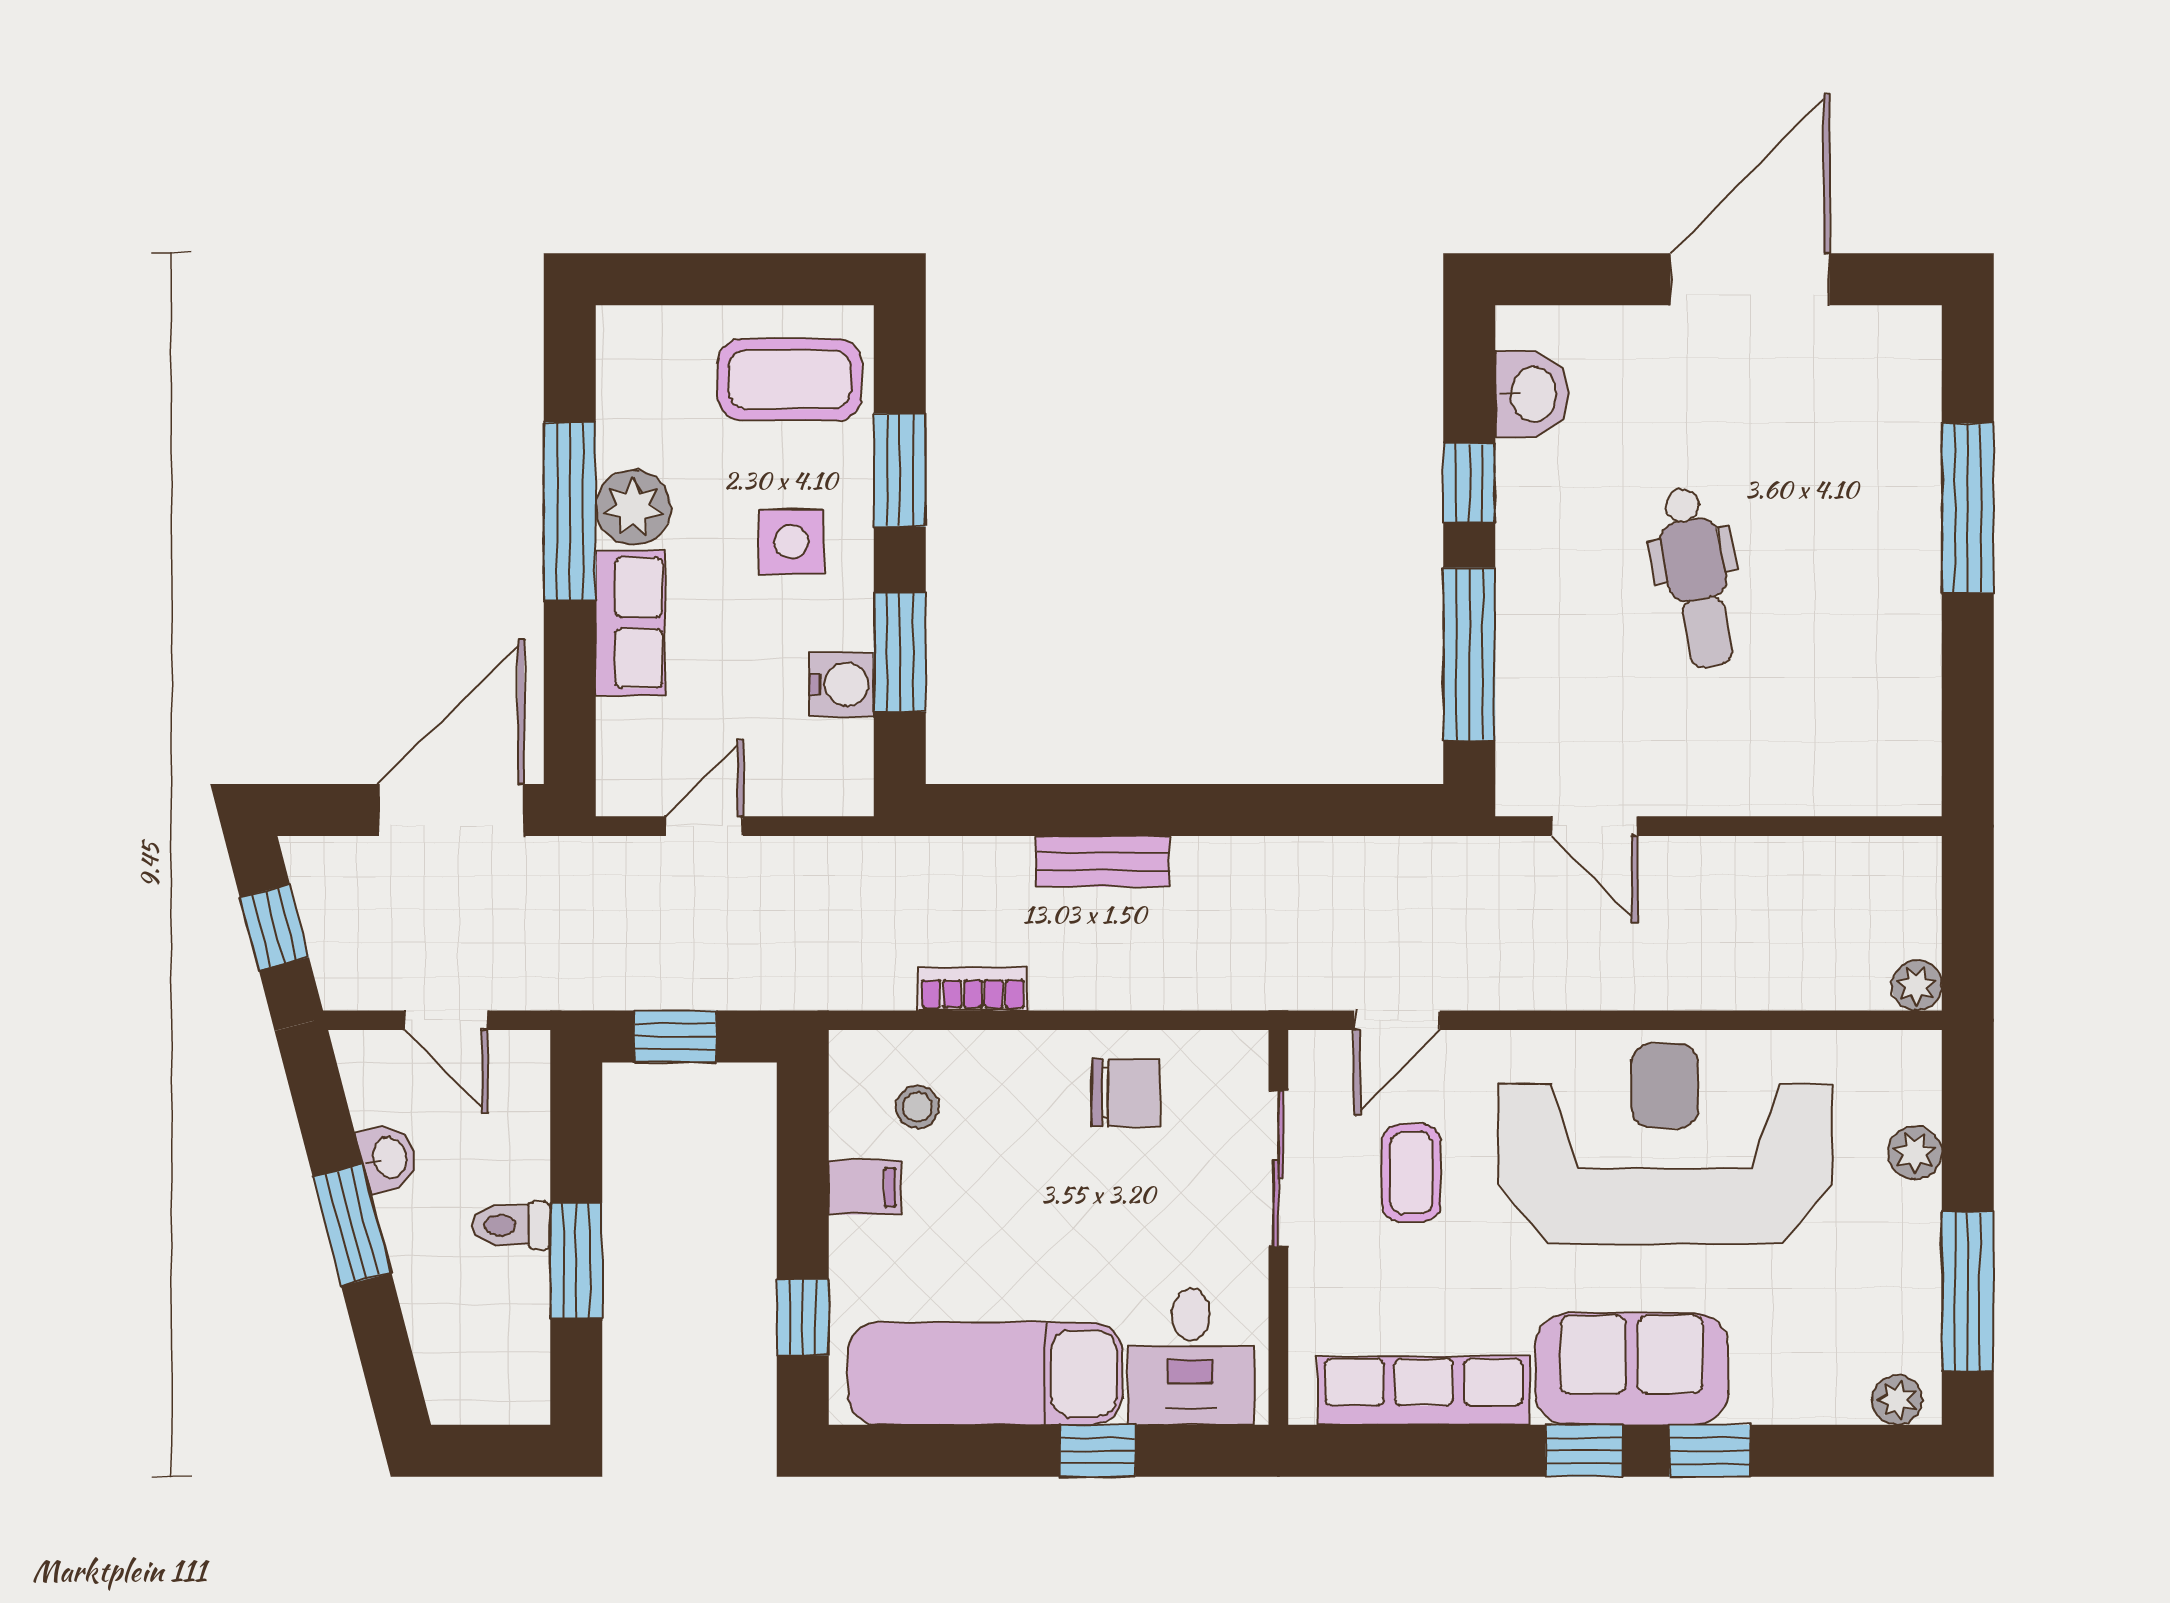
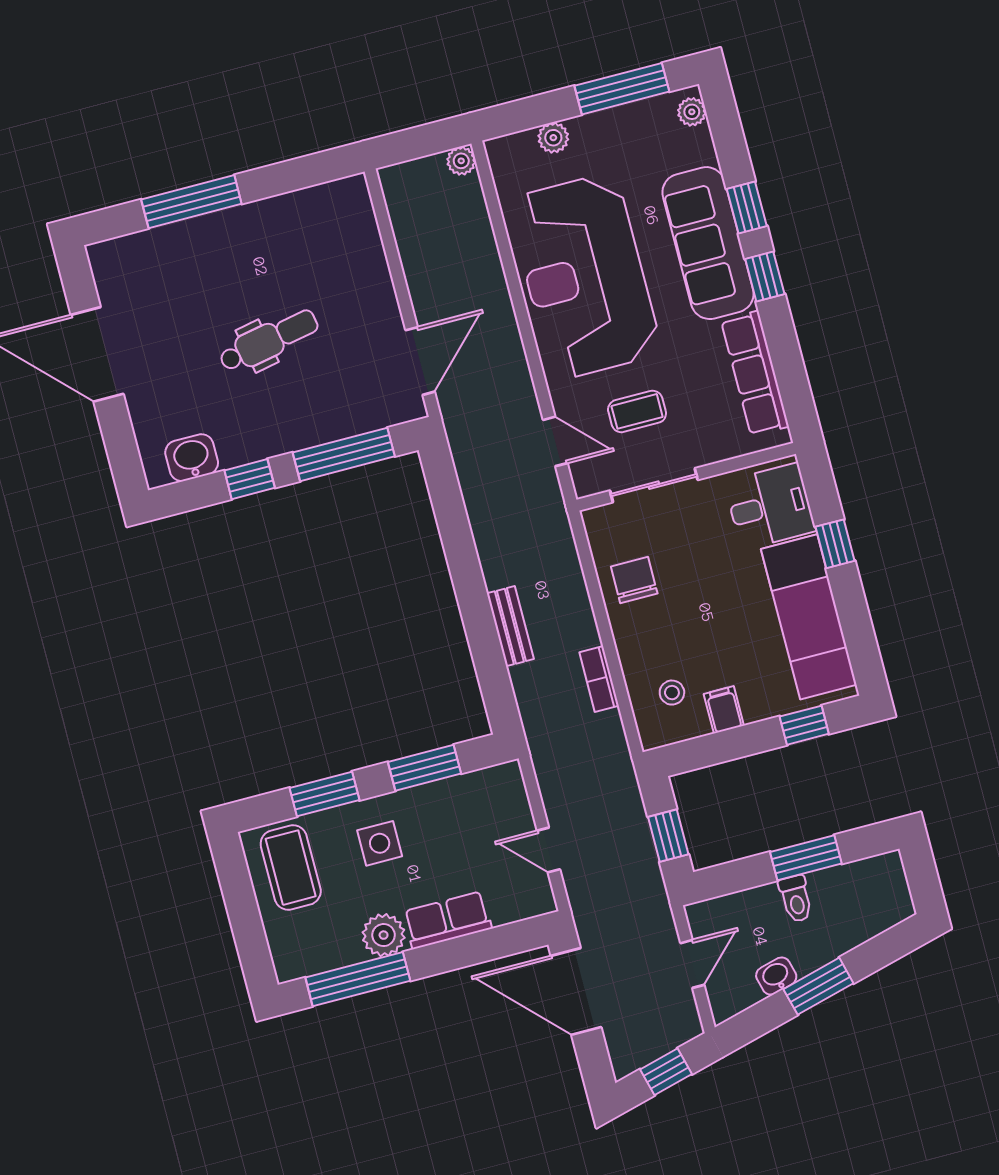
window: (570, 511) -> (358, 979), moved
water cooler: (842, 684) -> (451, 795), removed
door: (1594, 826) -> (420, 361), width x1.38
sofa: (1632, 1369) -> (708, 243), width x1.36

